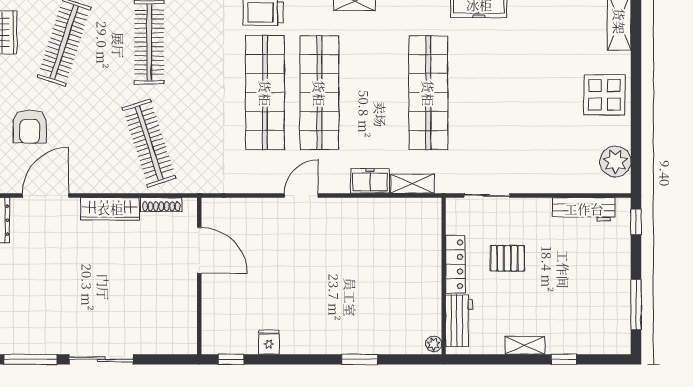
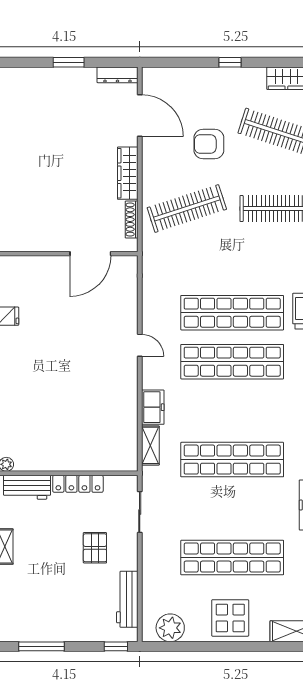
shop shelf: (537, 93) -> (232, 558), added
armchair: (30, 127) -> (209, 144), moved
door: (301, 195) -> (140, 345), width x0.73
pallet: (507, 258) -> (95, 548), moved

